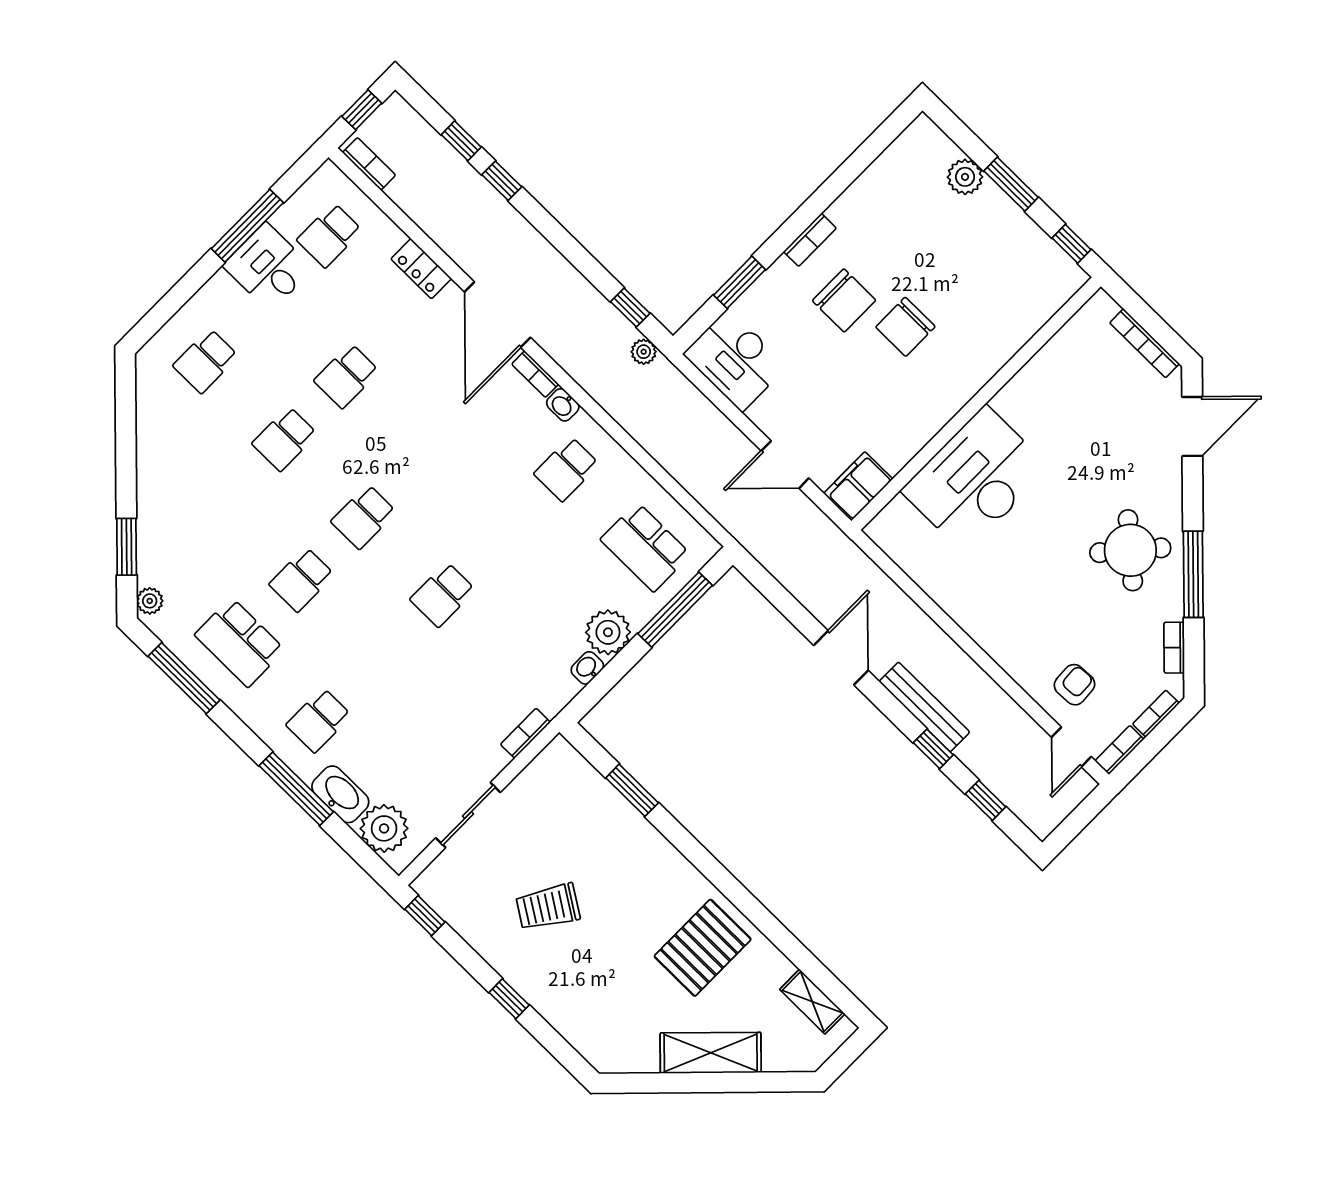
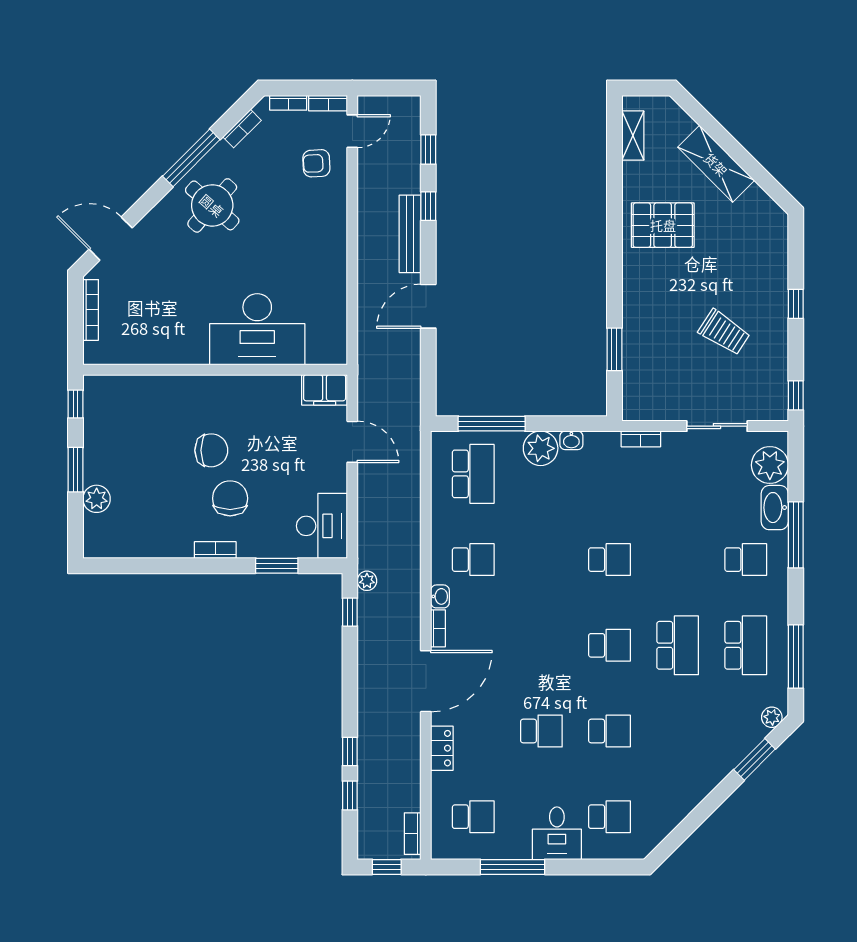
desk: (268, 267) -> (557, 833), moved
school desk: (302, 580) -> (678, 645), width x1.85

